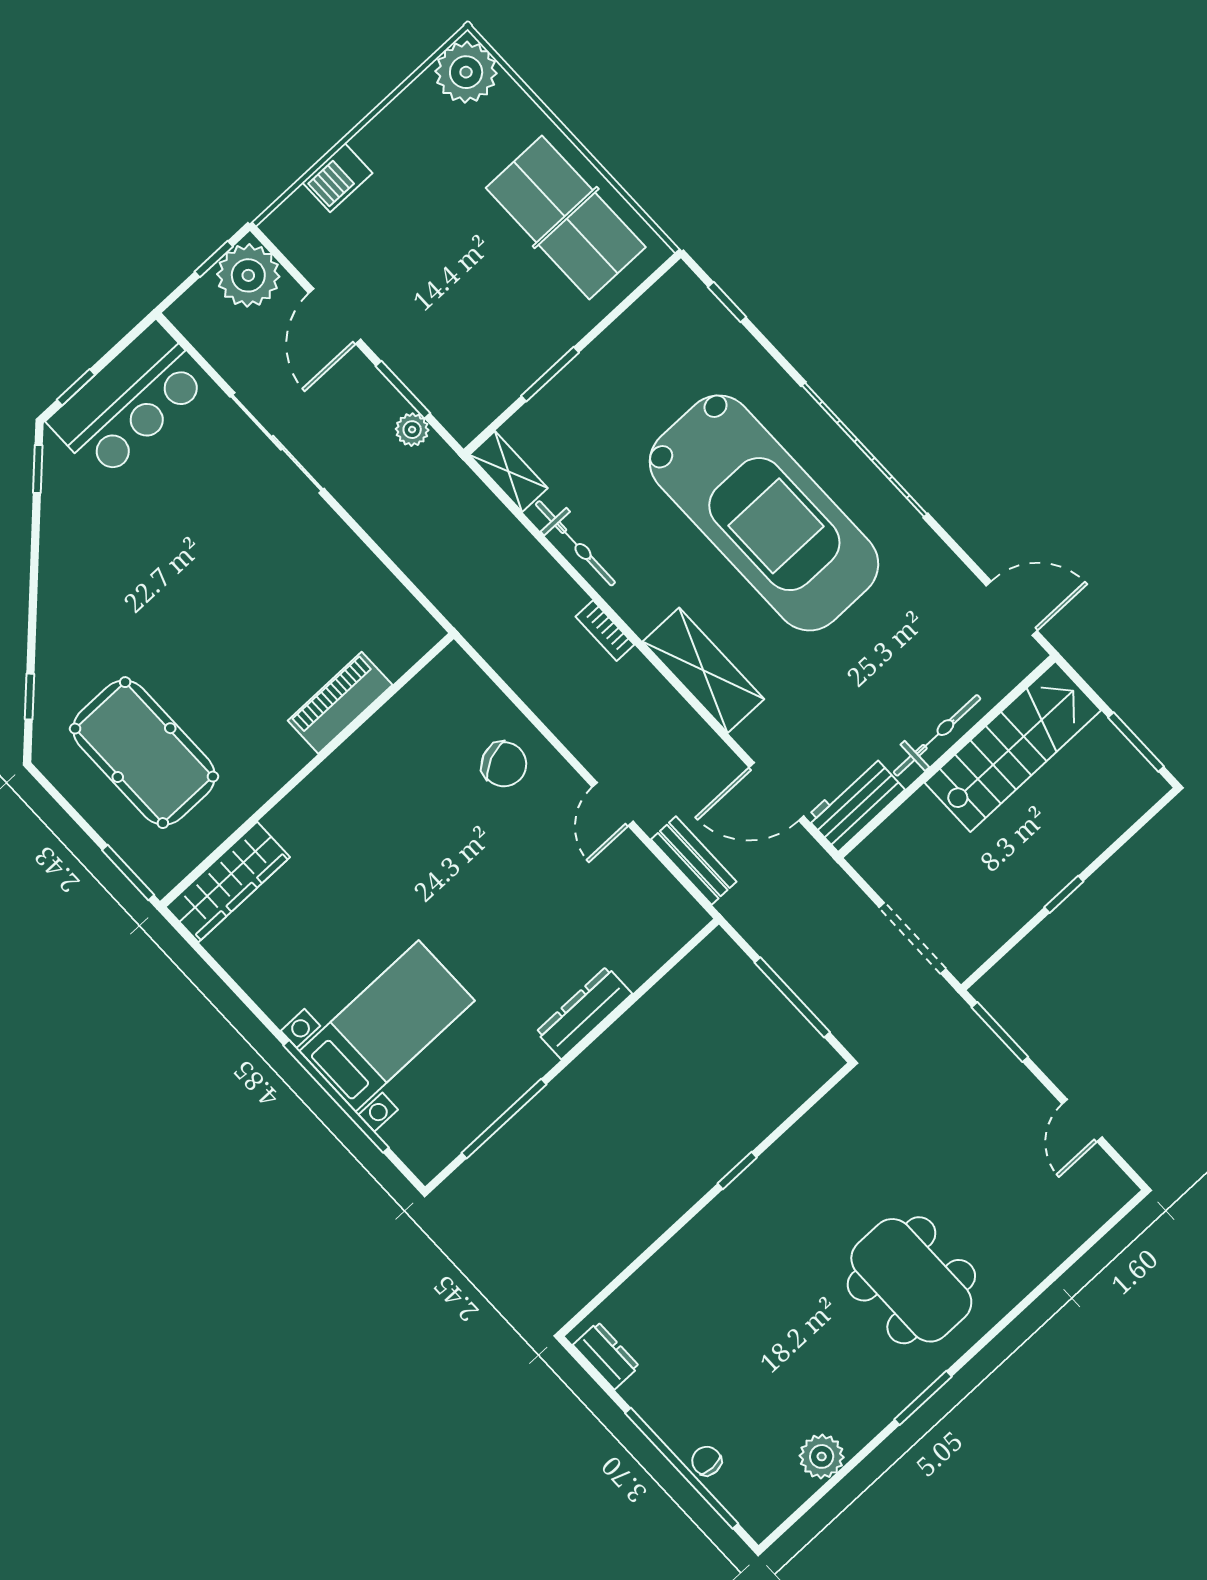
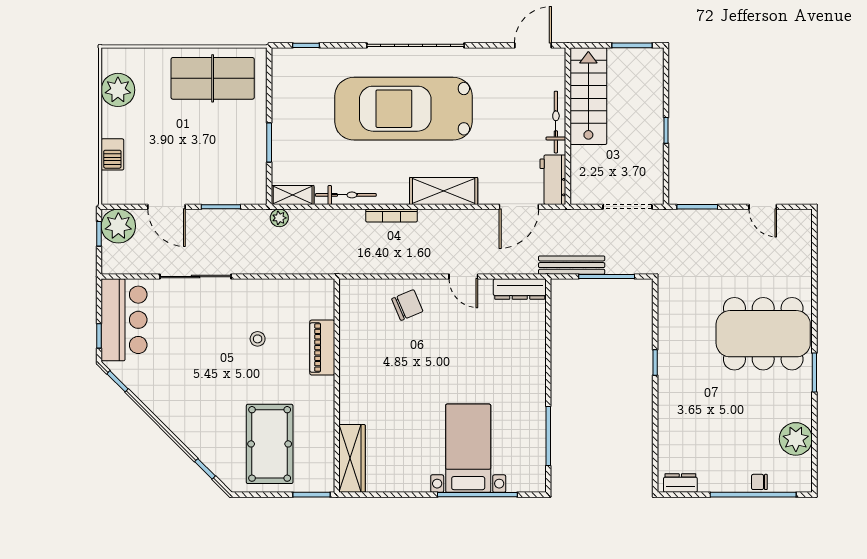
plant: (466, 72) -> (118, 90), moved
plant: (412, 430) -> (279, 218), moved
car: (764, 513) -> (403, 109), turned 180
stool: (271, 605) -> (258, 339), added
bookcase: (605, 631) -> (391, 216), width x1.56
pool table: (144, 753) -> (270, 444), turned 90
bench: (694, 860) -> (572, 265), moved, width x1.36
dresser: (584, 1013) -> (520, 289), moved, turned -90
dining table: (911, 1280) -> (763, 334), width x1.36, depth x1.24
plant: (822, 1456) -> (796, 439), width x1.36, depth x1.36

